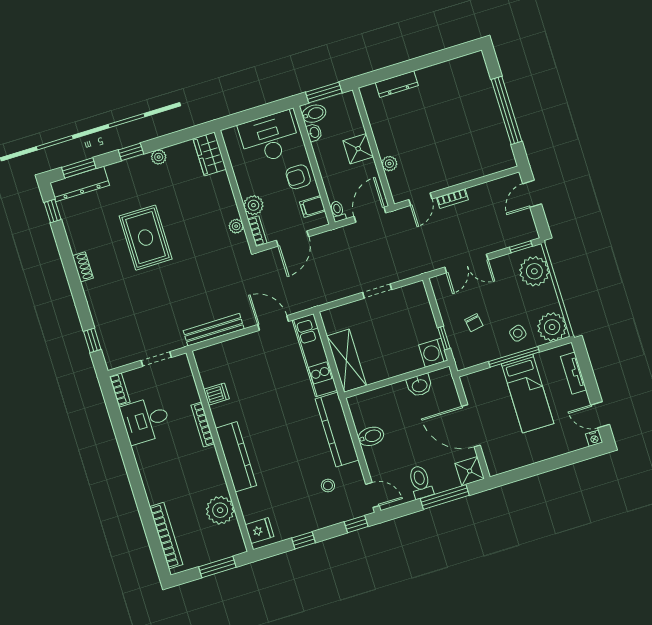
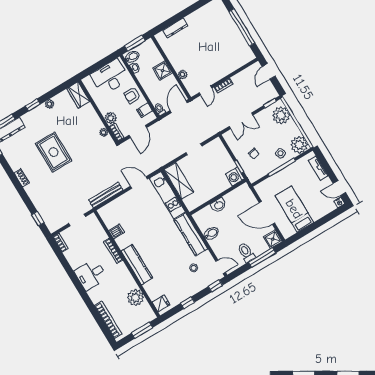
shelving: (347, 361) -> (179, 181), moved
washbasin: (419, 385) -> (219, 205), moved
bed: (528, 394) -> (294, 209), moved, turned 180
desk: (146, 420) -> (91, 275), moved

